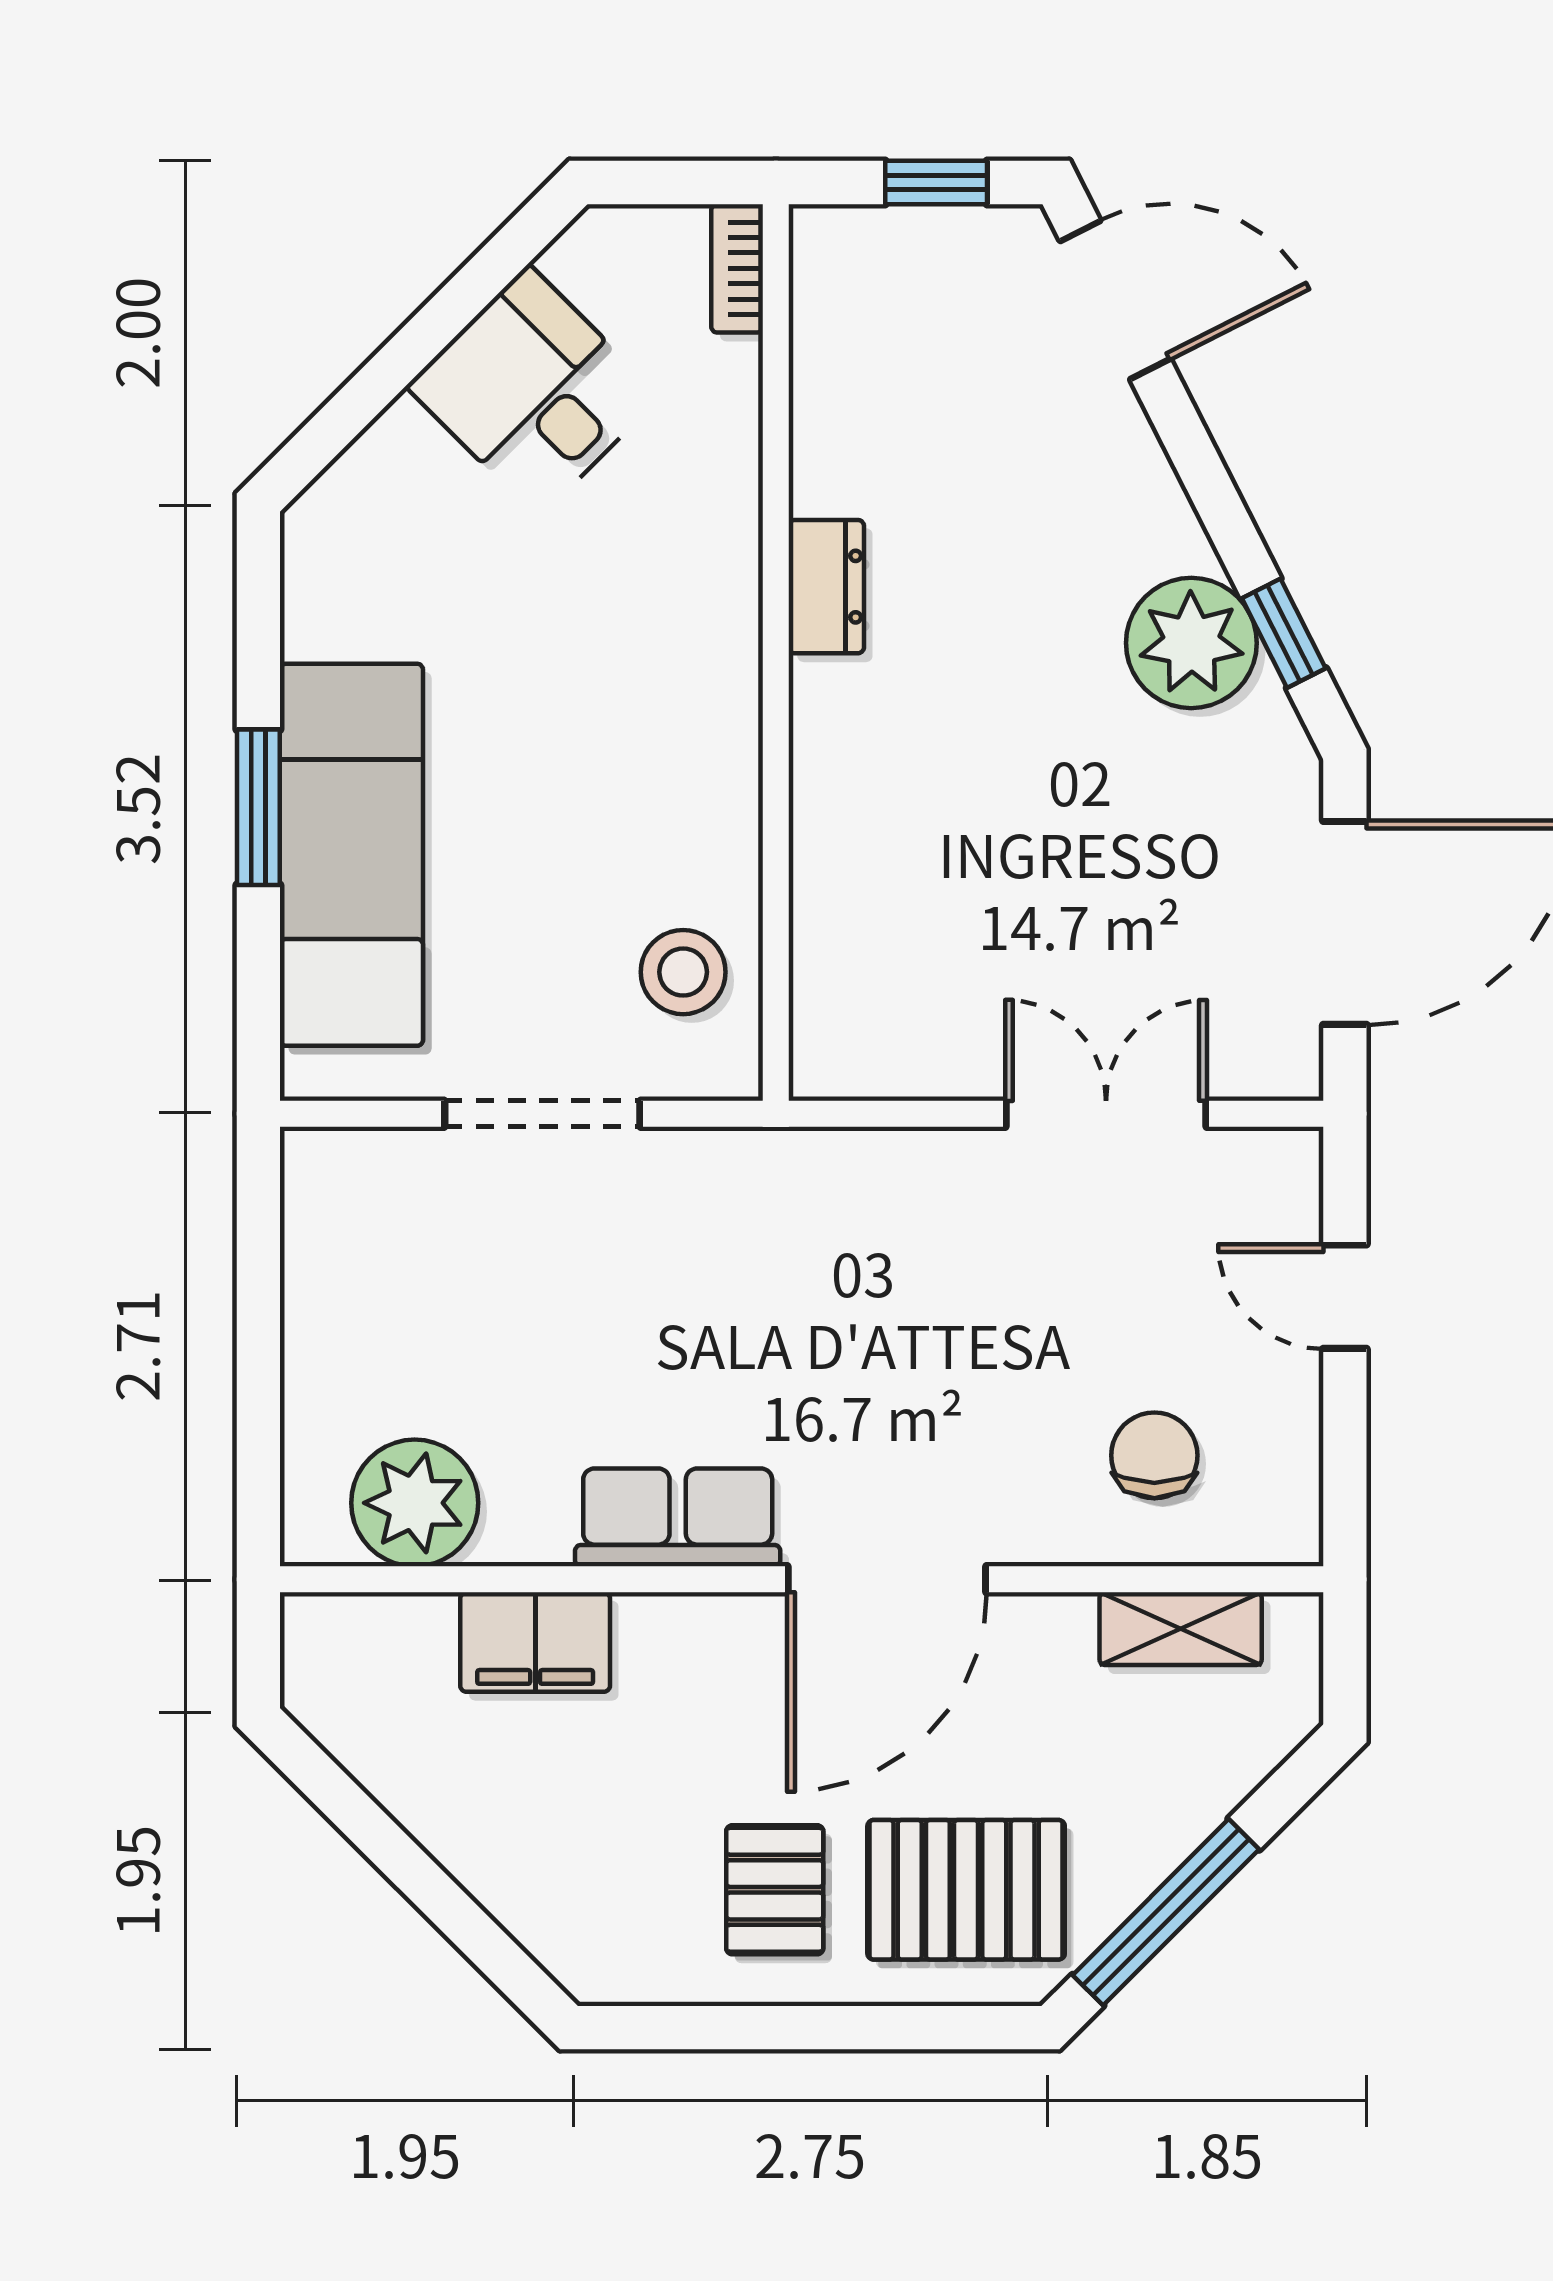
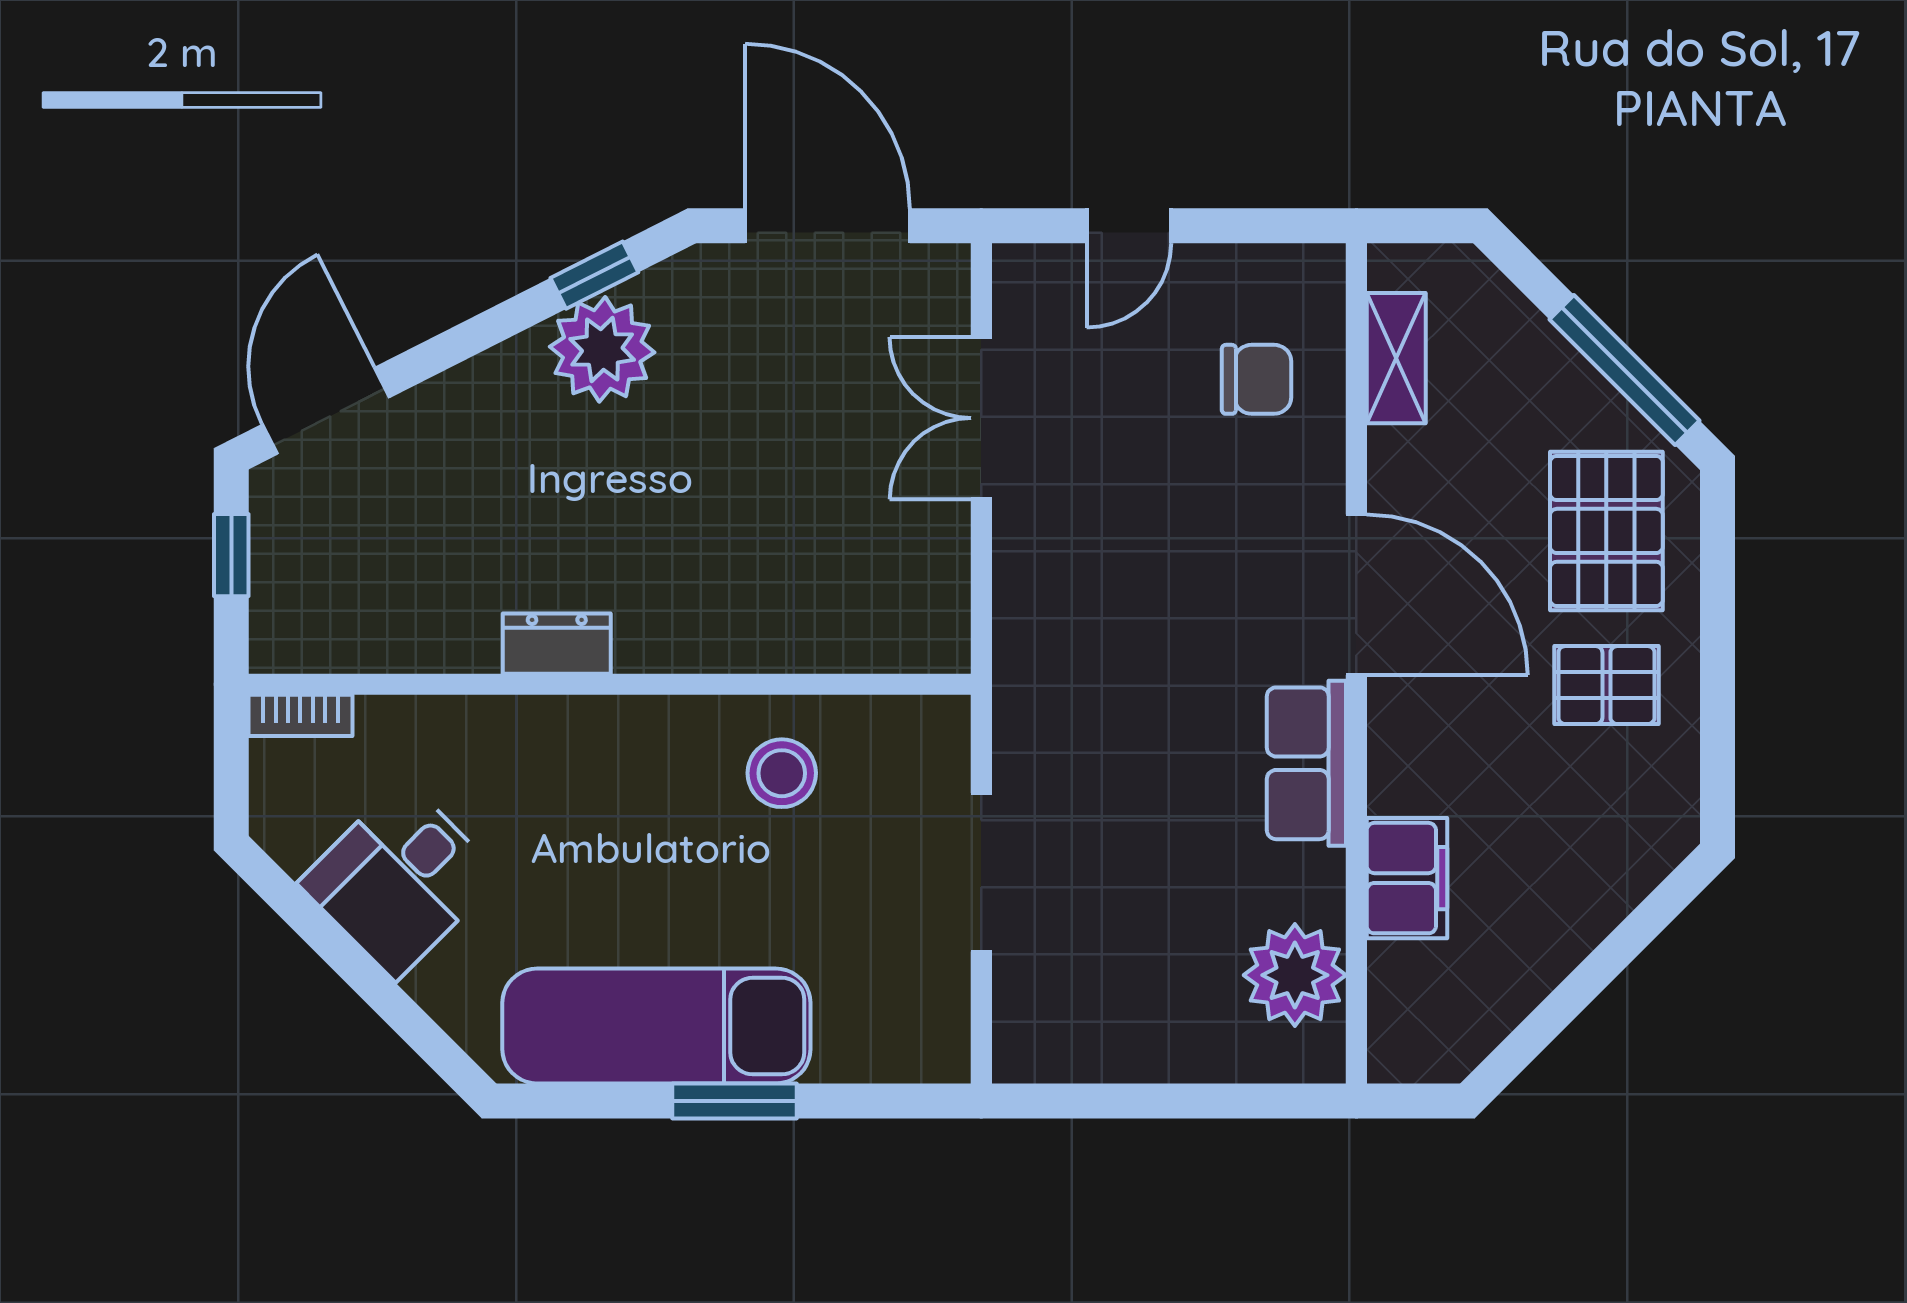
exam couch: (351, 855) -> (656, 1026), moved
stool: (683, 972) -> (782, 773), moved
chair: (1154, 1455) -> (1257, 379), turned 180

